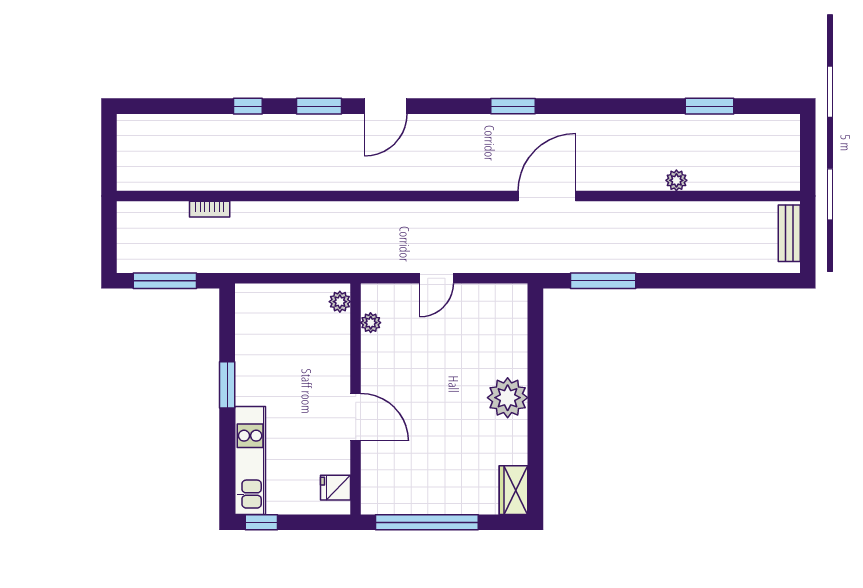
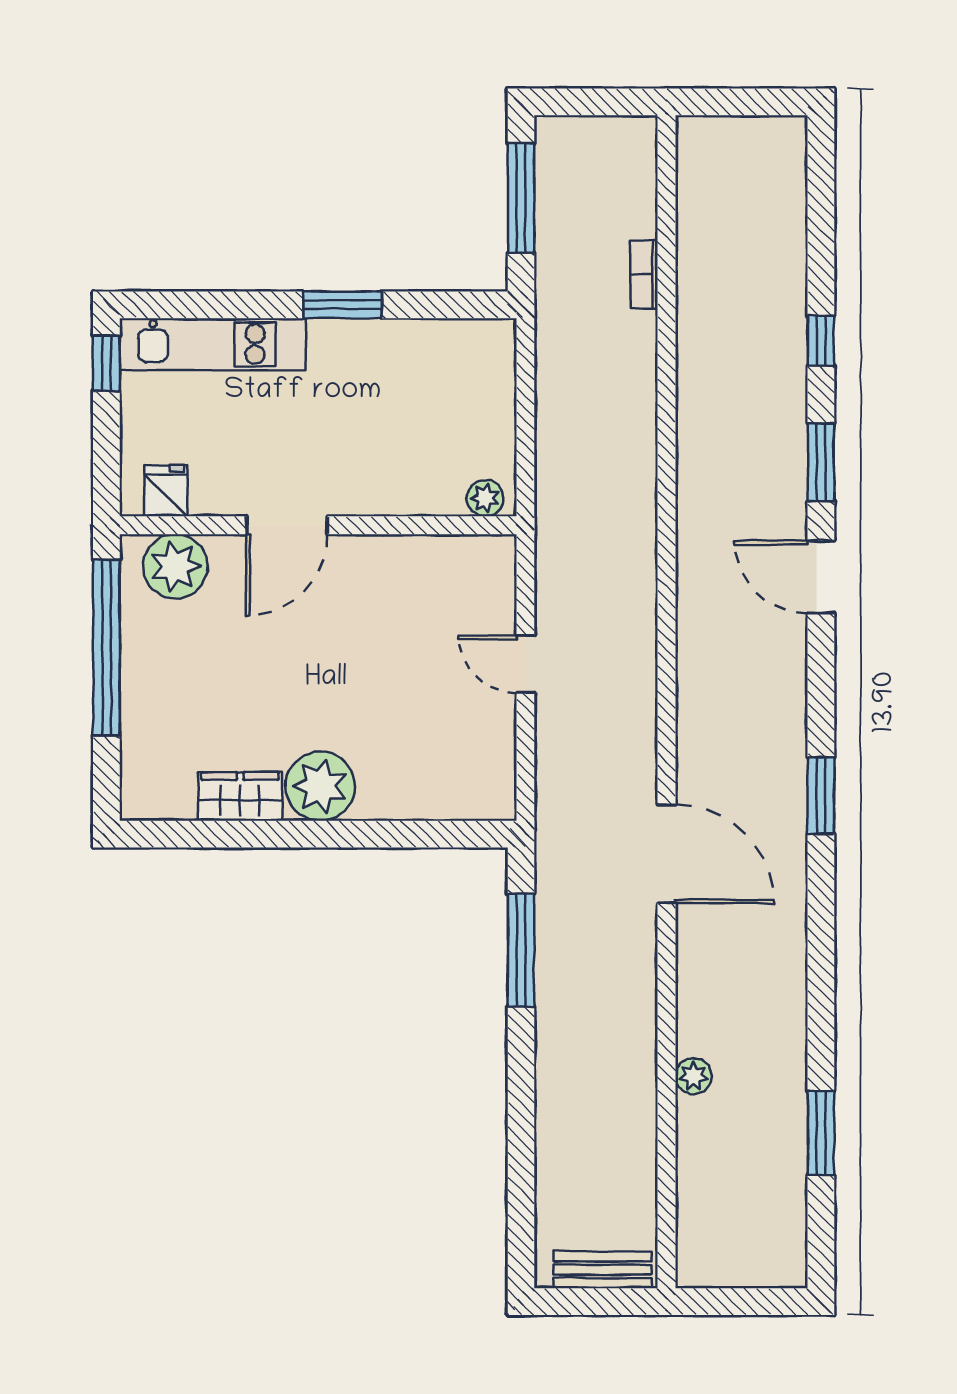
plant: (371, 323) -> (175, 566), moved, width x1.88, depth x1.88
wardrobe: (514, 490) -> (240, 796), moved

